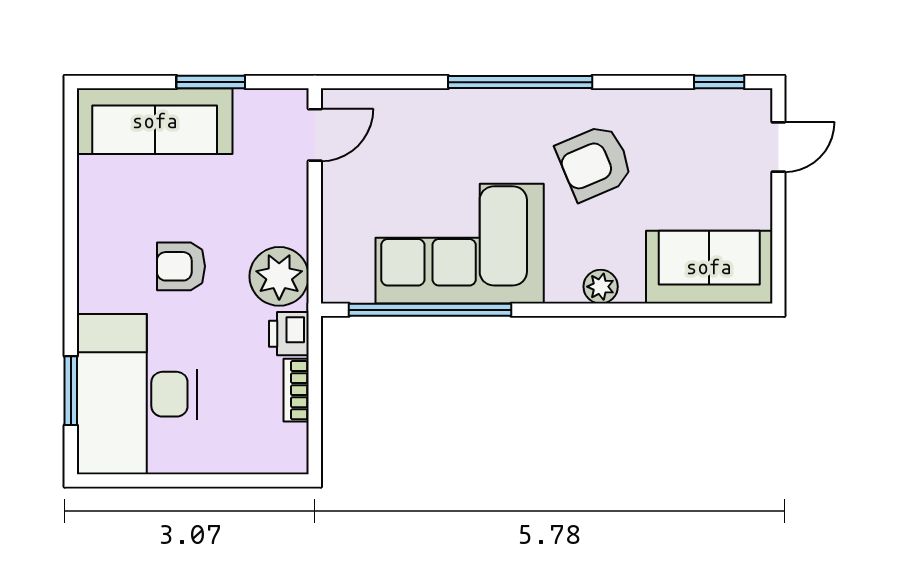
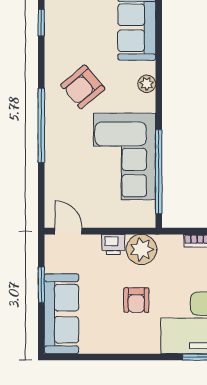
armchair: (595, 163) -> (83, 87), turned 73
printer: (289, 334) -> (113, 244), moved

